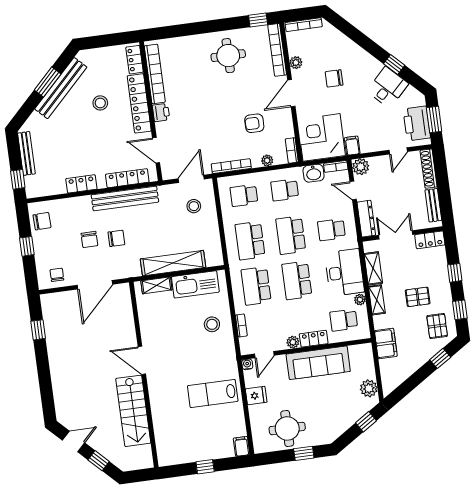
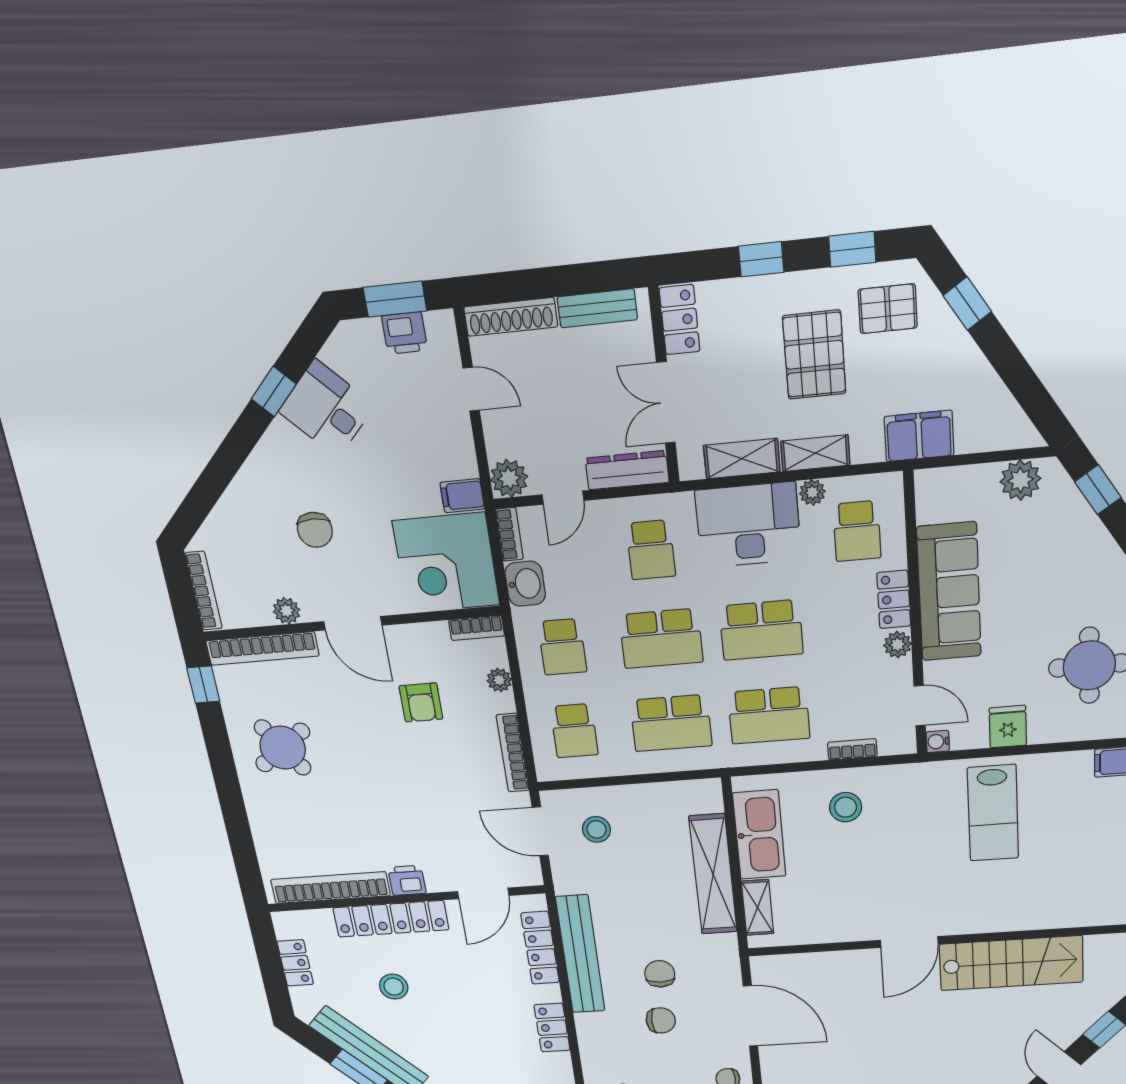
round table: (228, 56) -> (283, 748), turned -35
locker: (135, 60) -> (295, 963), moved, turned -90
printer: (417, 123) -> (405, 333), width x0.53, depth x0.68
pallet: (418, 297) -> (814, 355), width x1.50, depth x1.42

